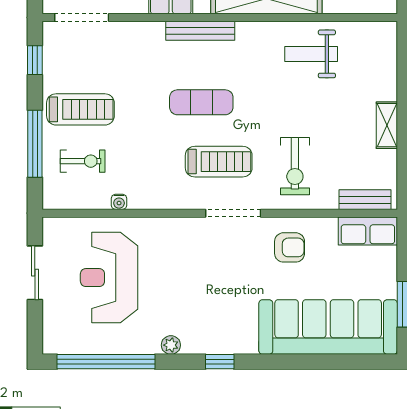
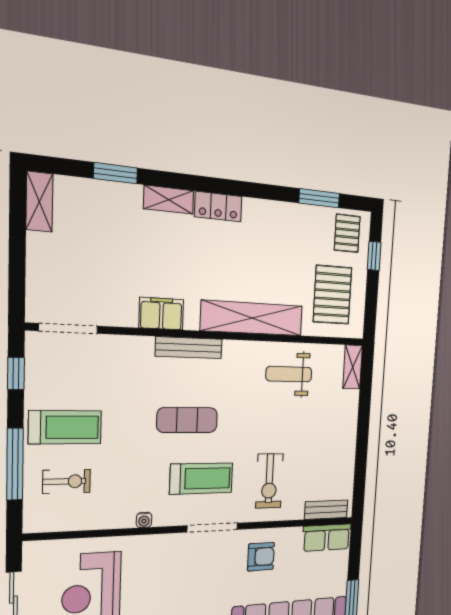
shelving: (387, 125) -> (353, 367), moved
water cooler: (119, 202) -> (144, 520), moved

